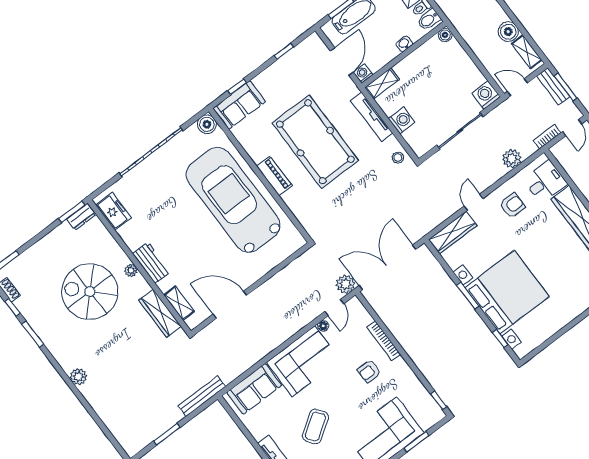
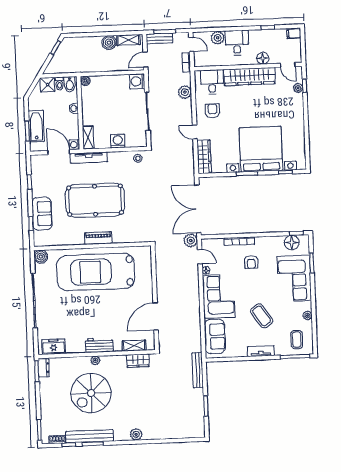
sofa: (239, 105) -> (42, 214), moved
tv unit: (372, 117) -> (89, 158), moved
wardrobe: (160, 313) -> (138, 361), width x0.67
bench: (39, 325) -> (90, 436), added
floor lamp: (424, 402) -> (292, 243), added

